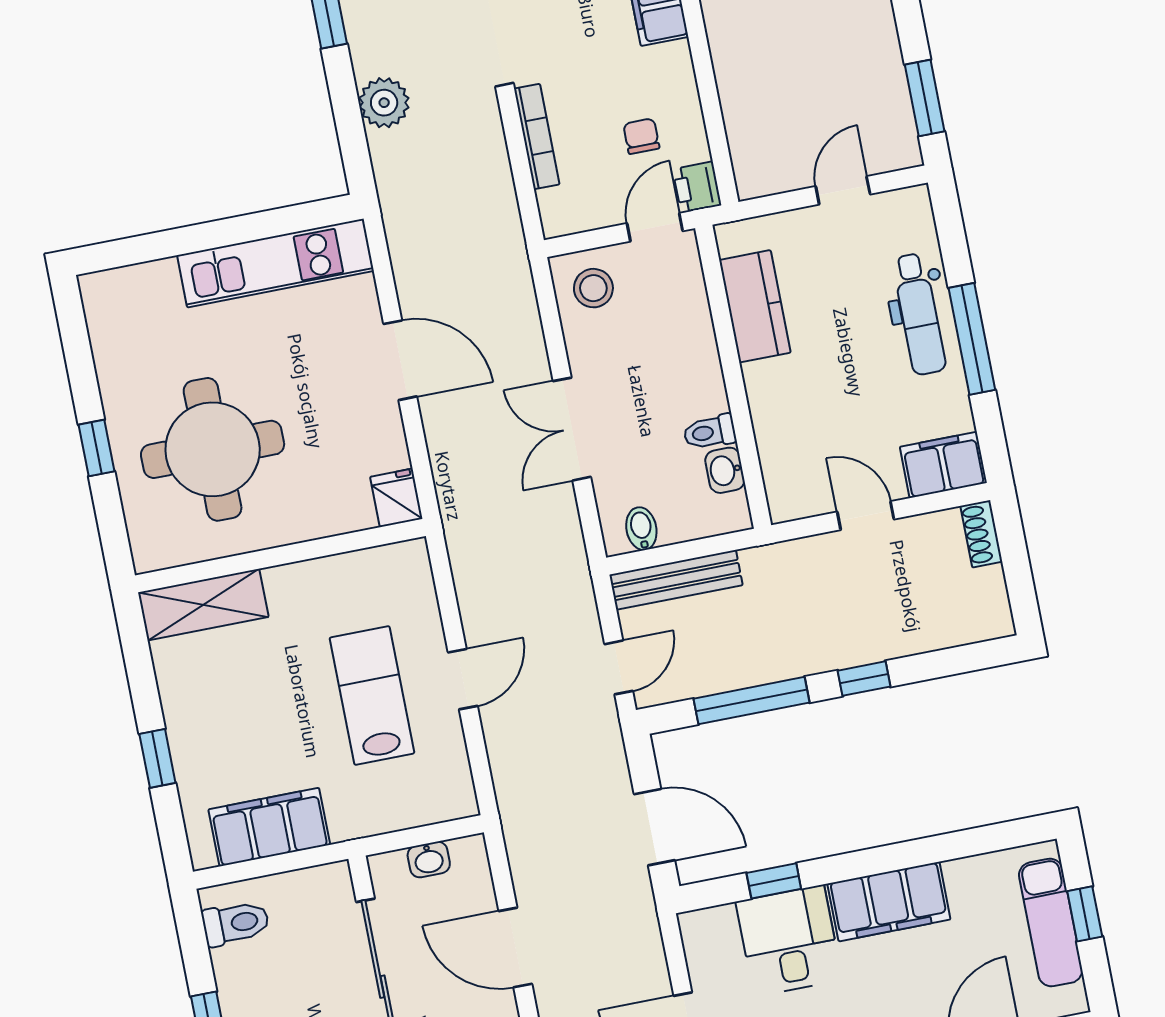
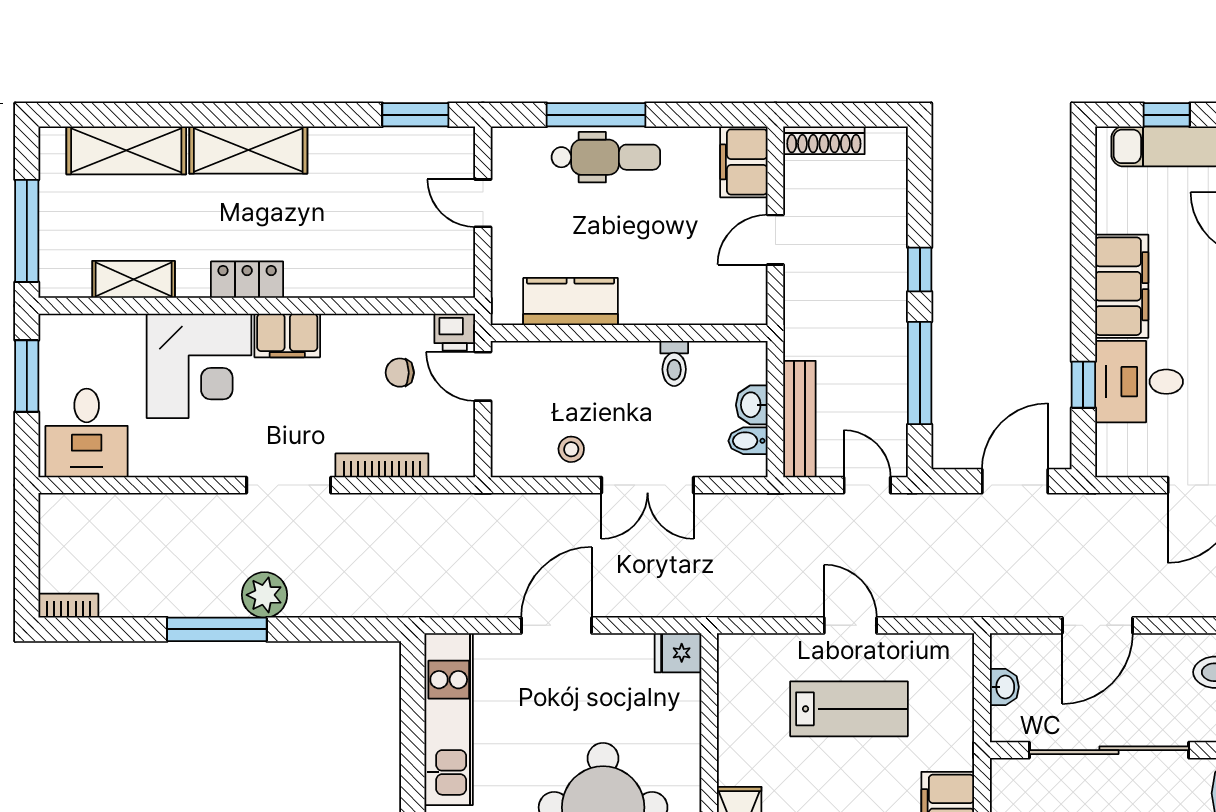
plant: (384, 103) -> (264, 595), moved
stool: (593, 288) -> (571, 449), moved, width x0.73, depth x0.73
window: (972, 339) -> (596, 115), moved
washbasin: (725, 470) -> (752, 405), moved, turned 90
shoe rack: (981, 534) -> (824, 140), width x1.43
lab bench: (372, 696) -> (849, 709), turned 180

